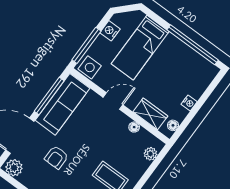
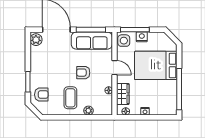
nightstand: (110, 31) -> (142, 37), moved
bed: (140, 48) -> (156, 65), width x1.50
plant: (150, 154) -> (88, 111), moved
armchair: (56, 157) -> (83, 73), moved

